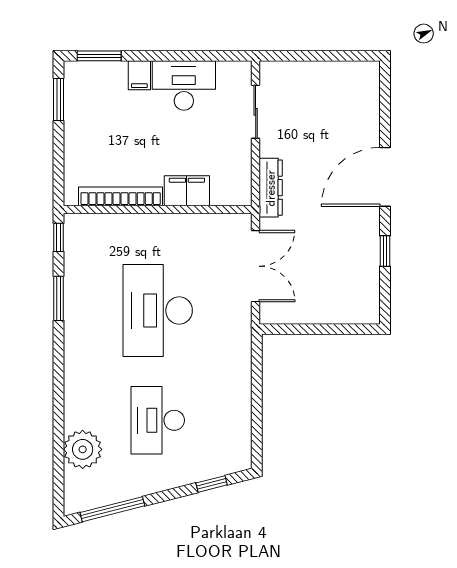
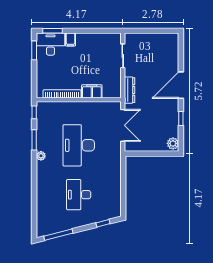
desk: (184, 86) -> (50, 44), moved
plant: (367, 306) -> (173, 143), added
plant: (83, 449) -> (41, 156), moved, width x0.53, depth x0.53

